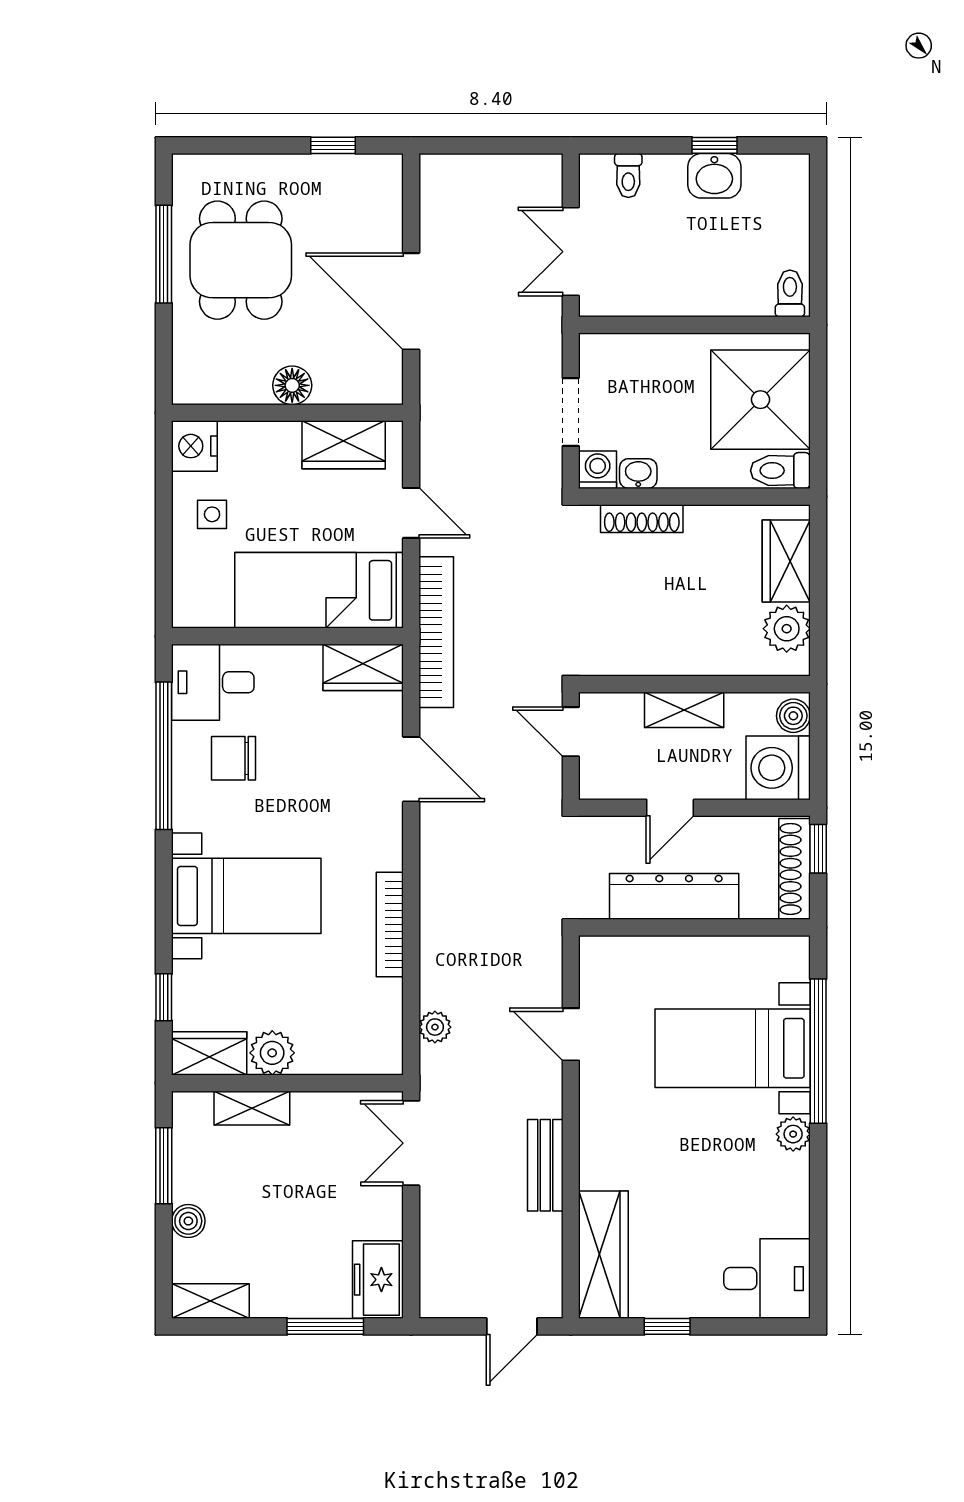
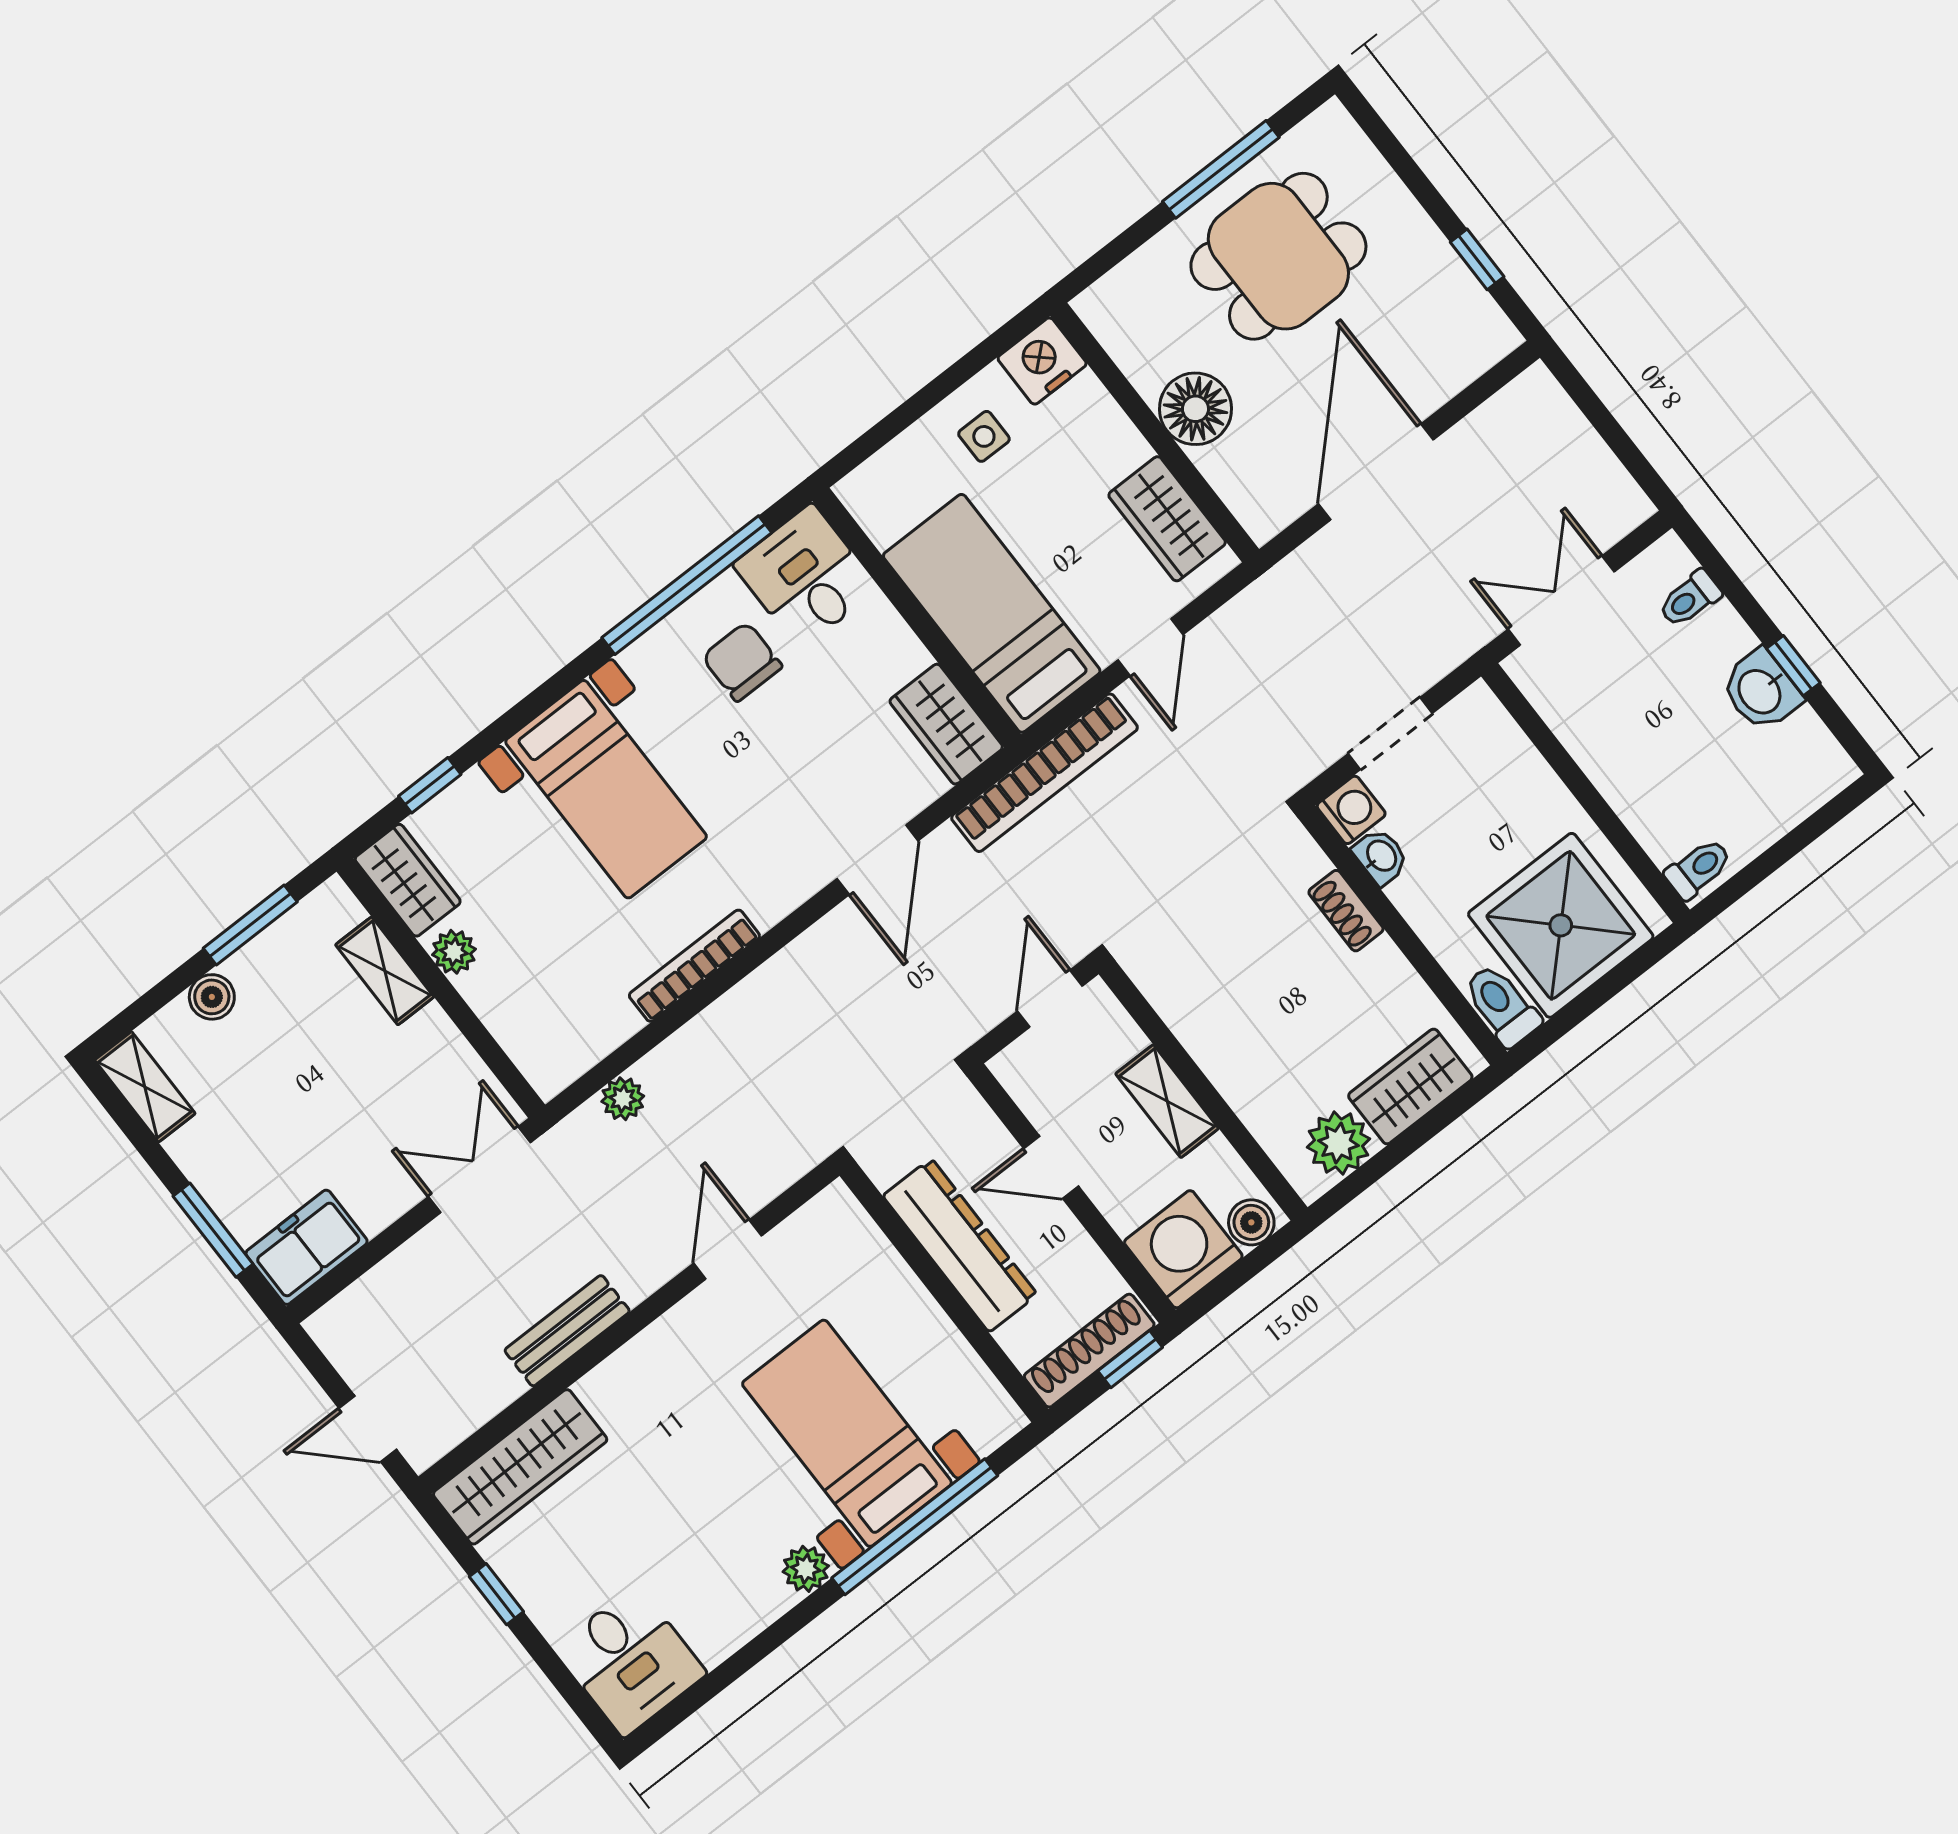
floor lamp: (292, 385) -> (1195, 409), width x1.38, depth x1.38
shoe rack: (642, 519) -> (1346, 911), width x0.70
plant: (272, 1053) -> (454, 952), width x0.73, depth x0.73

